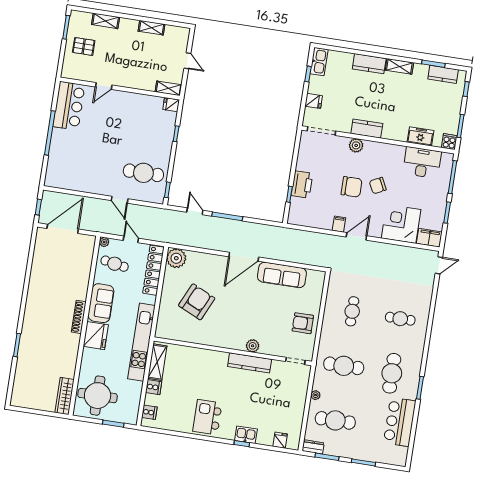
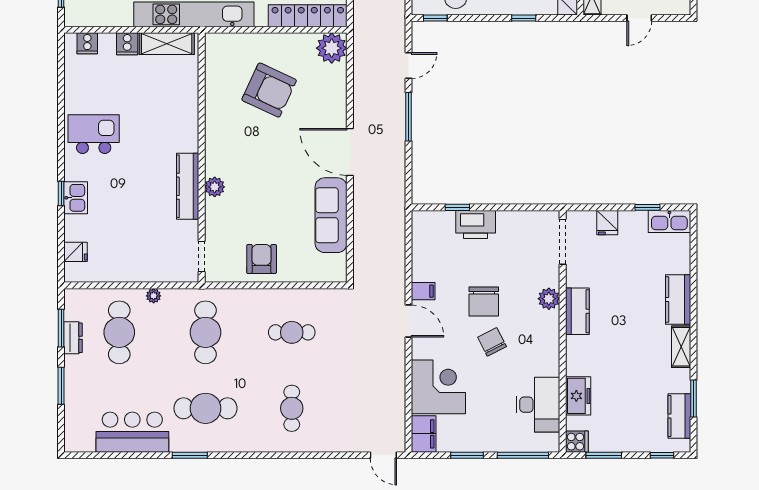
dresser: (313, 447) -> (73, 338), moved

